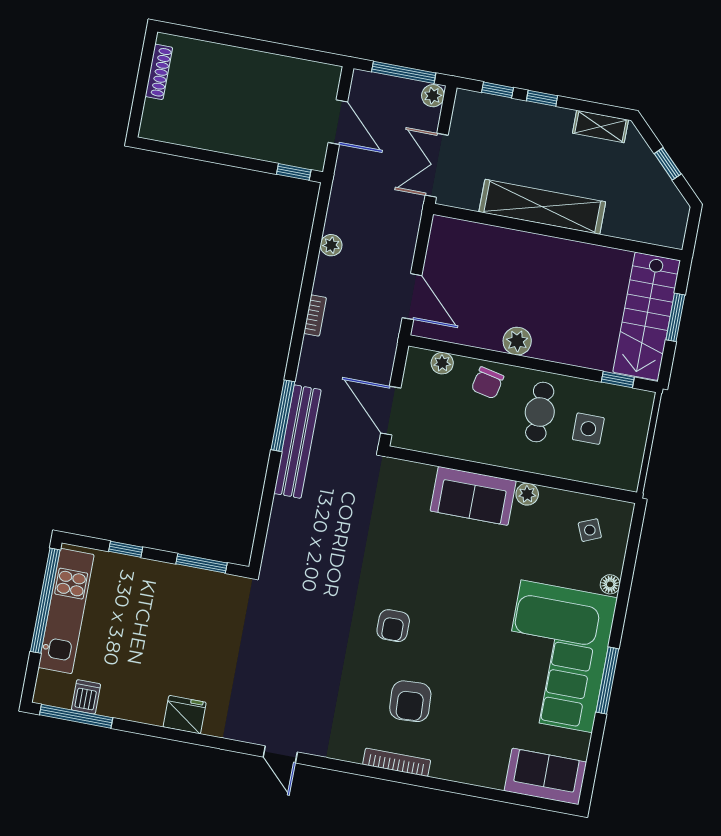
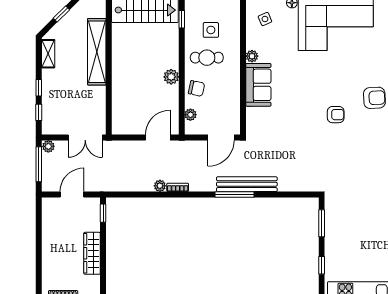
wardrobe: (225, 139) -> (92, 253), added
shelving: (542, 207) -> (97, 52), moved
plant: (331, 245) -> (160, 186), moved

